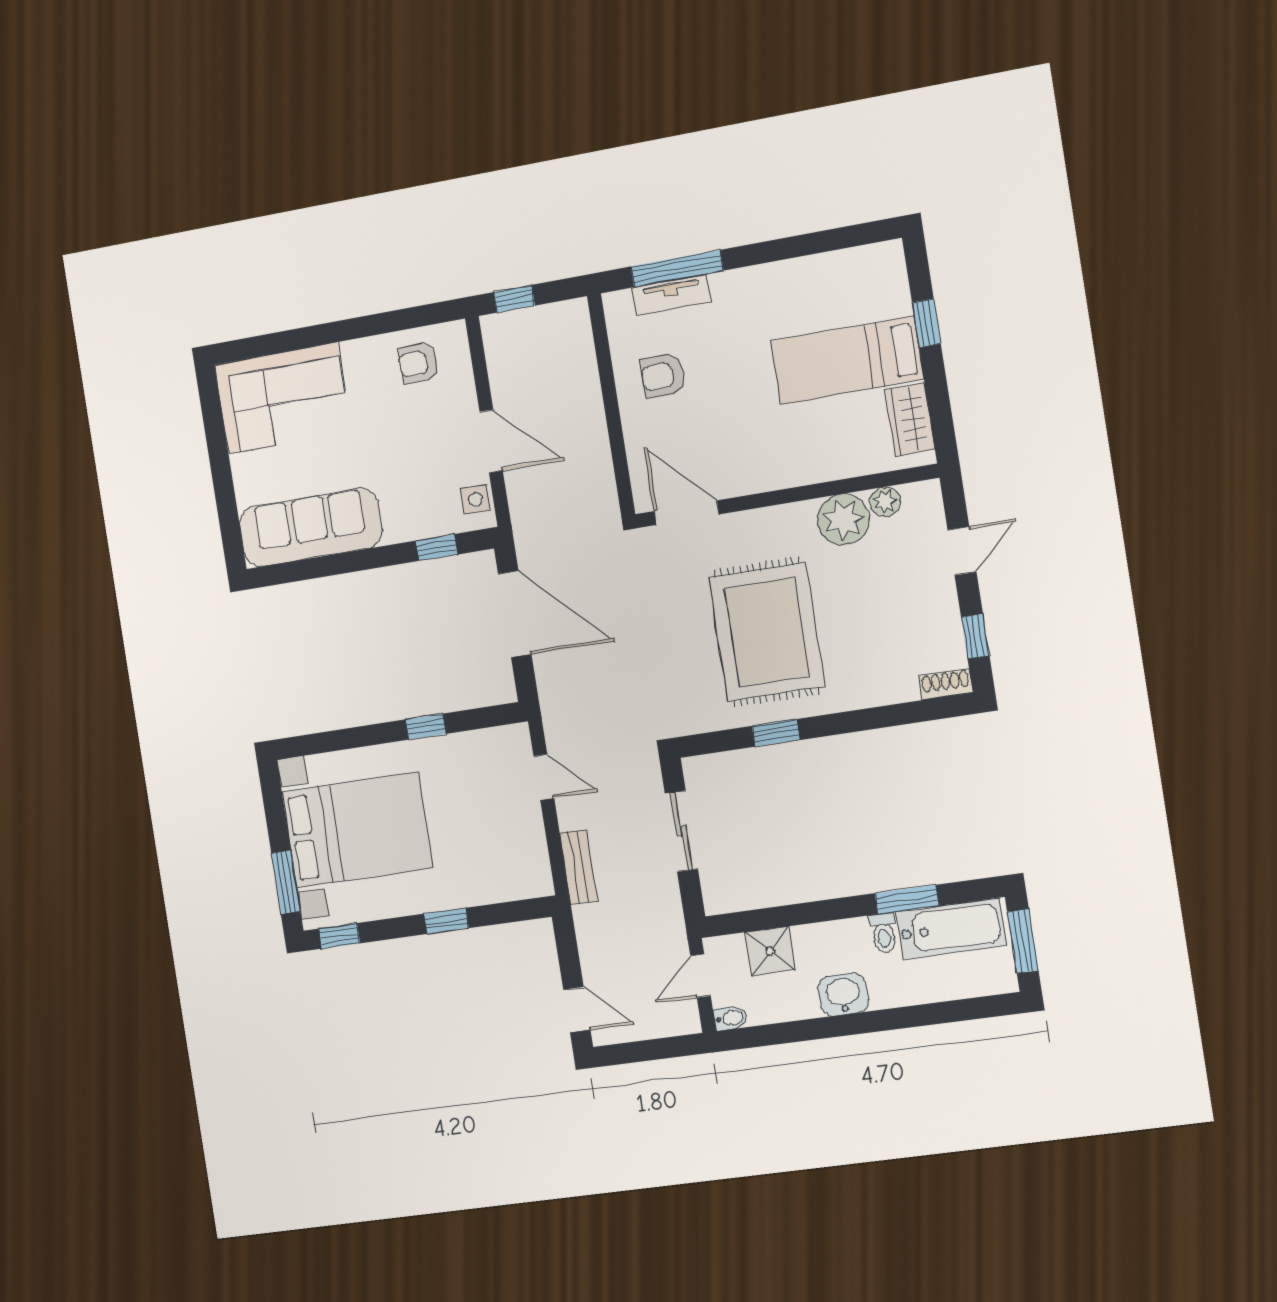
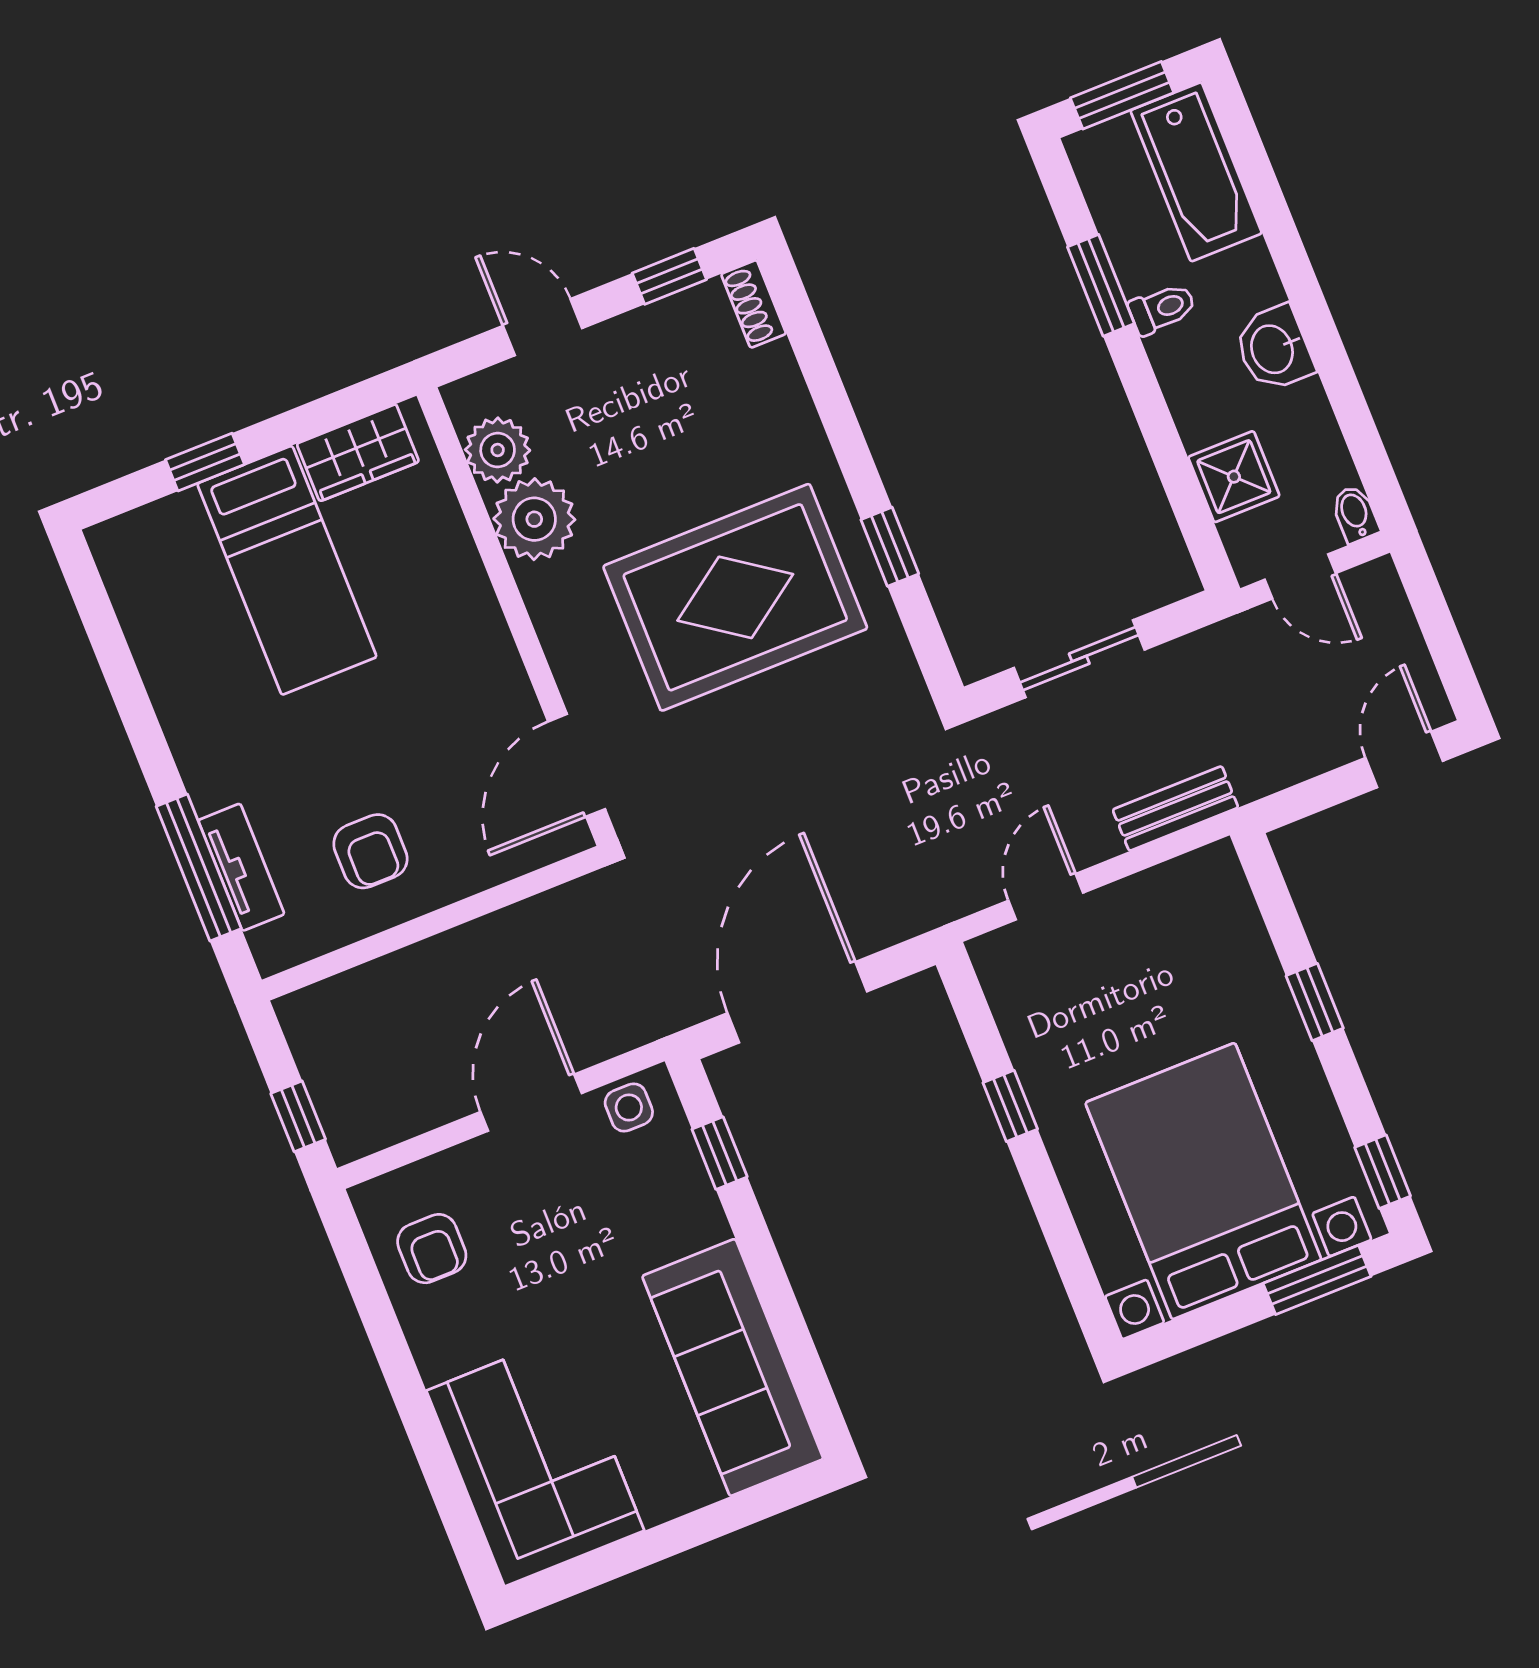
plant: (885, 502) -> (498, 450), width x1.38, depth x1.38
bathtub: (951, 929) -> (1196, 172), moved, turned 180

